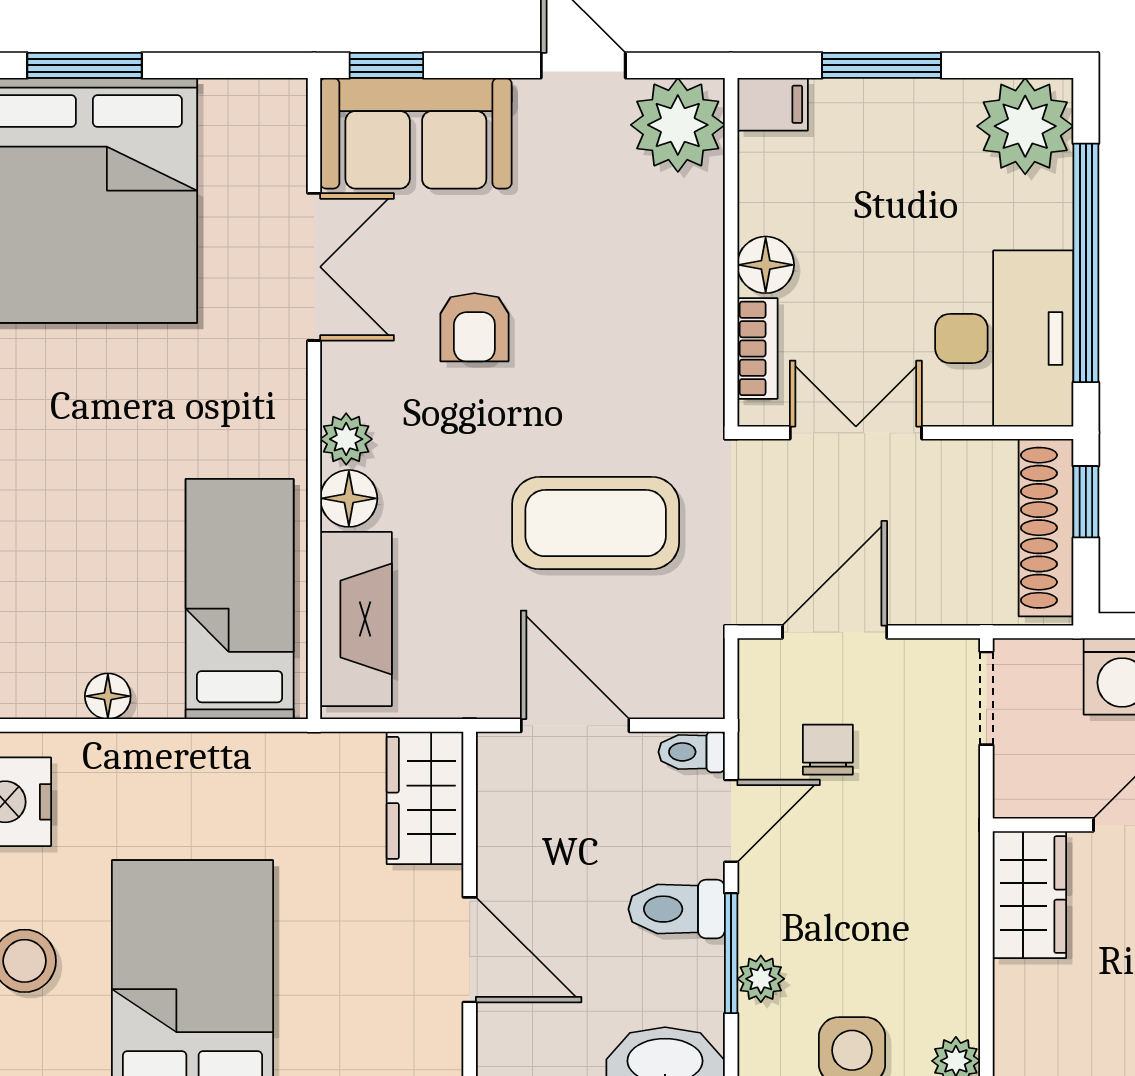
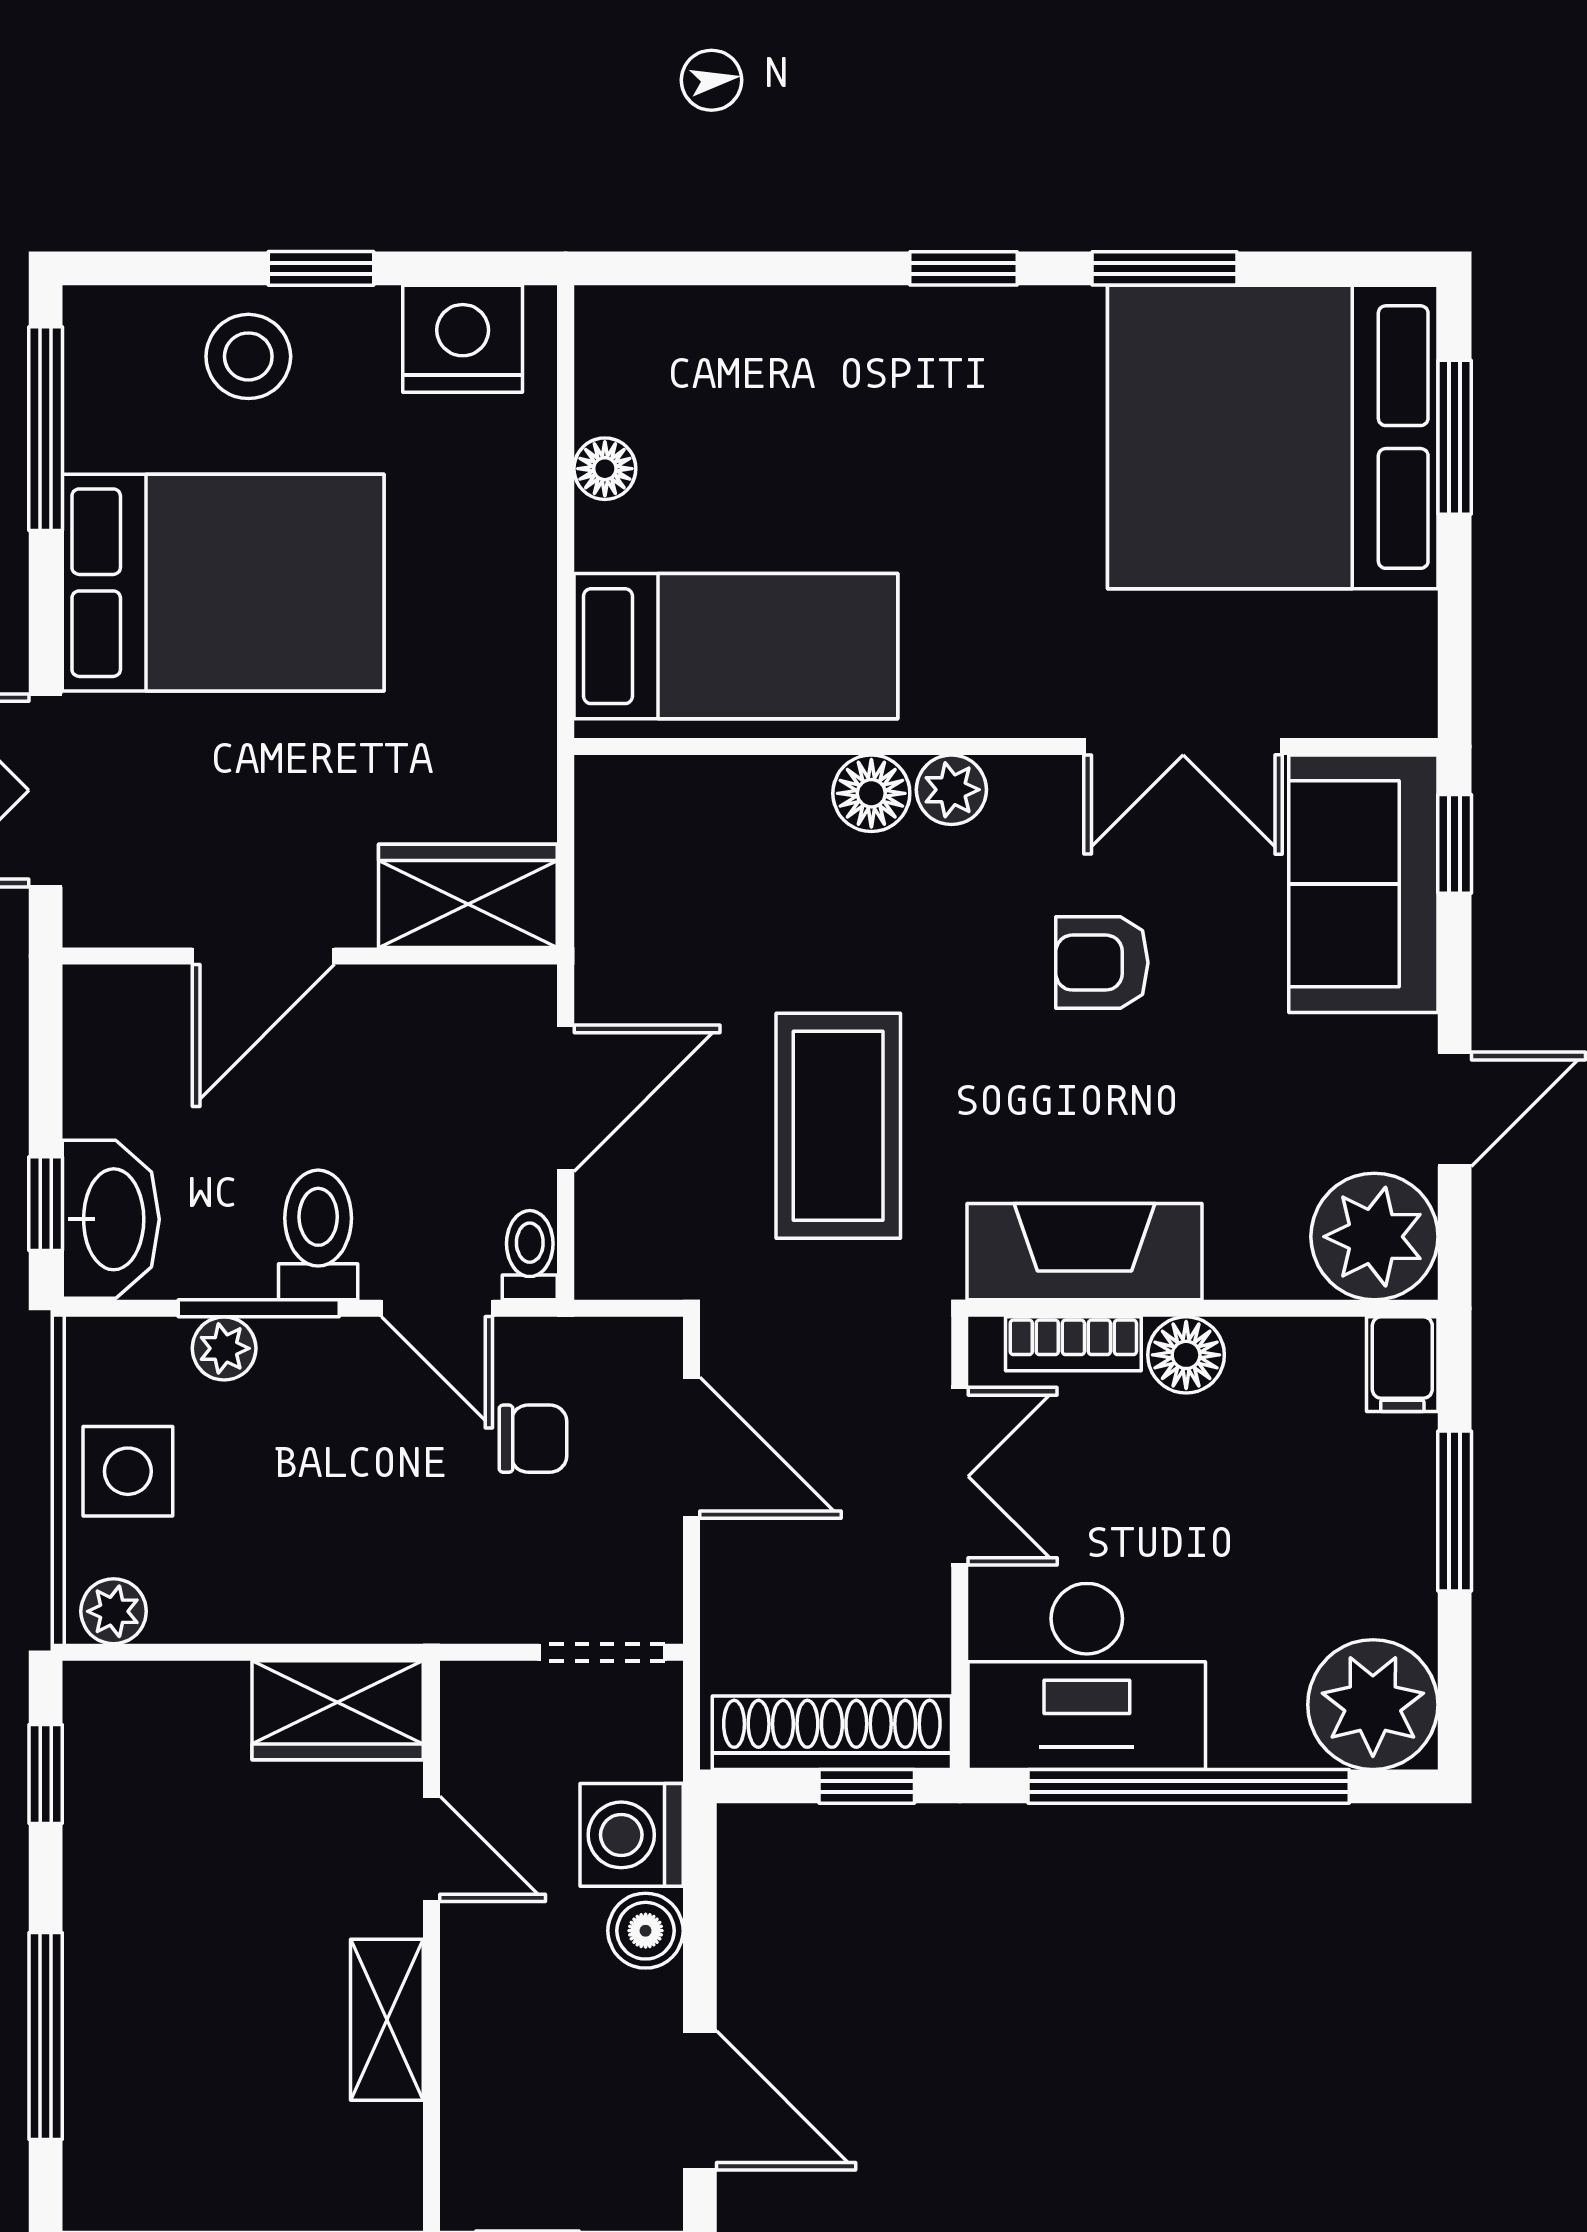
fireplace: (356, 619) -> (1084, 1252), moved, turned 180

